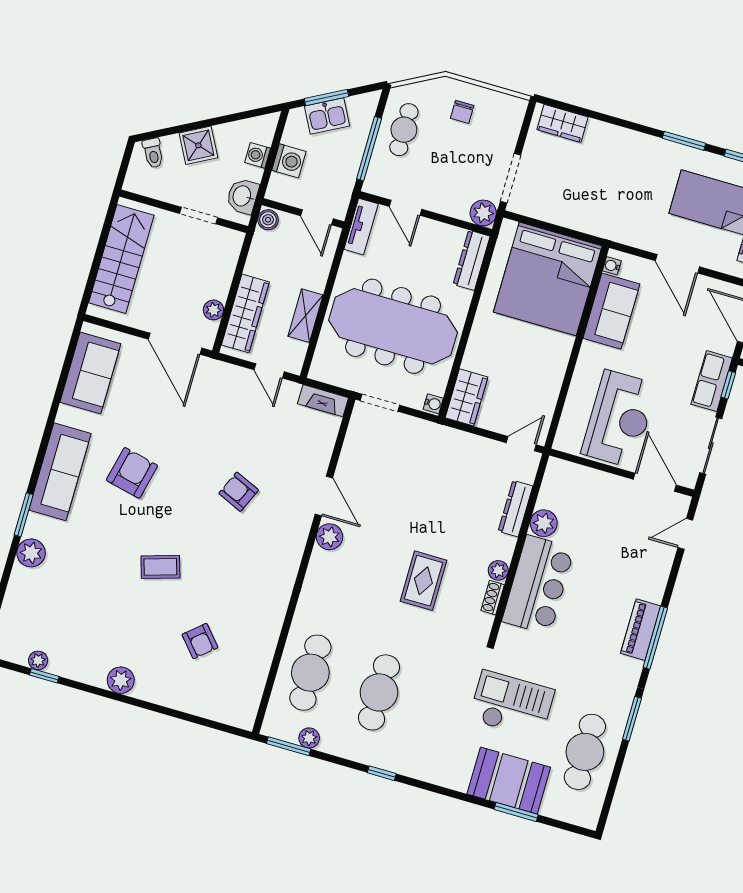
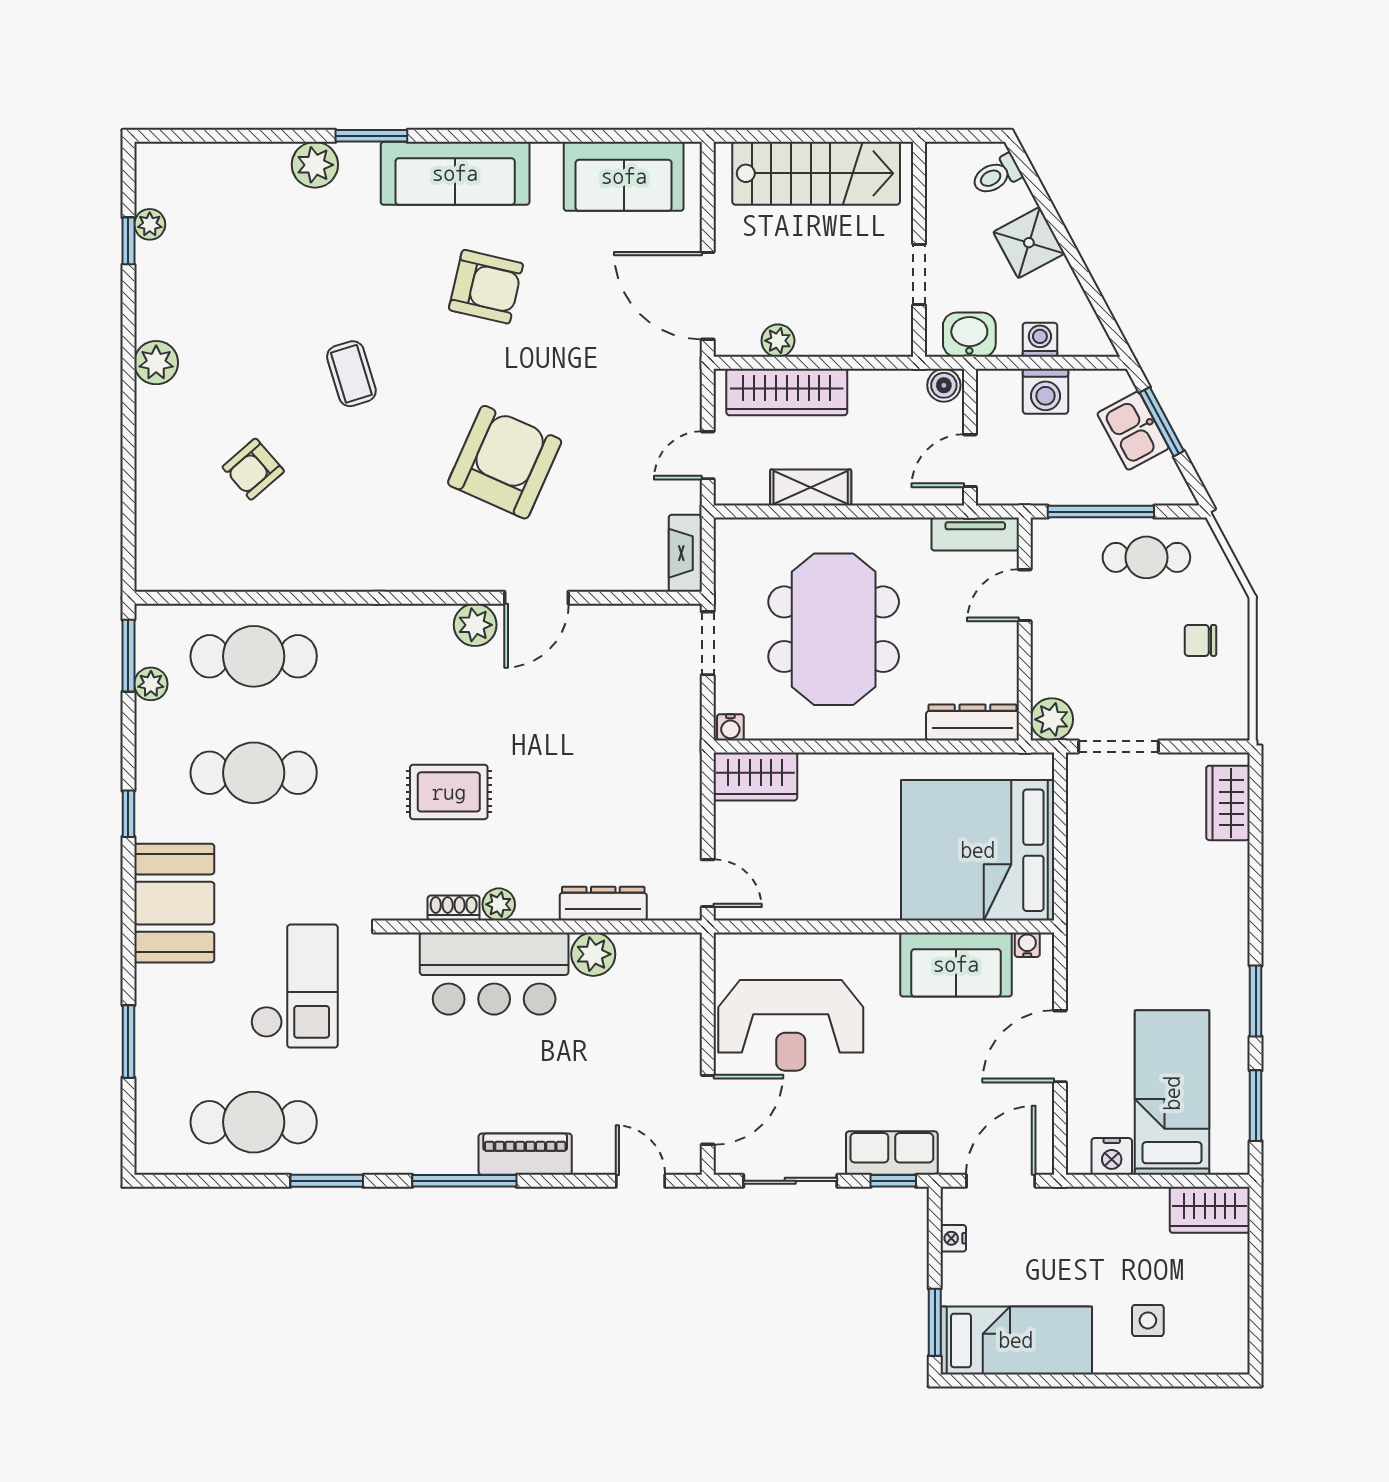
meeting table: (393, 326) -> (834, 629), width x0.73
door: (175, 344) -> (708, 296), hinge flipped
armchair: (239, 492) -> (505, 462), width x1.88, depth x1.88
piano: (641, 630) -> (525, 1154), moved
booth: (509, 781) -> (174, 903), moved

